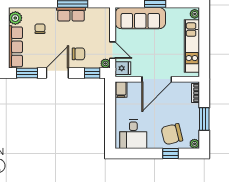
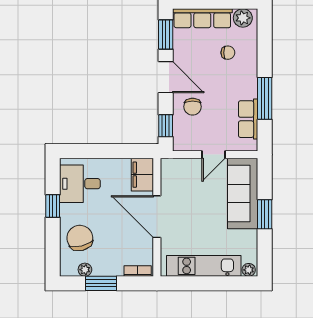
row of seats: (71, 14) -> (248, 119), moved
door: (113, 50) -> (213, 155), moved
plant: (105, 63) -> (179, 145), removed
fridge: (123, 68) -> (172, 169), removed
filing cabinet: (121, 90) -> (142, 175), width x2.00
plant: (195, 144) -> (85, 270), moved
window: (171, 154) -> (53, 206), moved

